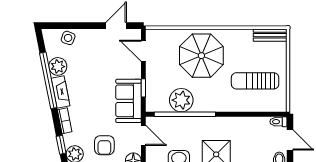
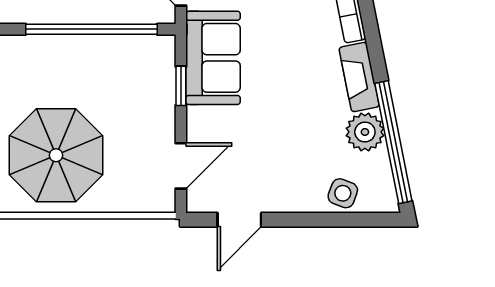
door: (143, 51) -> (181, 166), hinge flipped
window: (48, 80) -> (393, 142), moved
plant: (181, 100) -> (99, 59), removed

